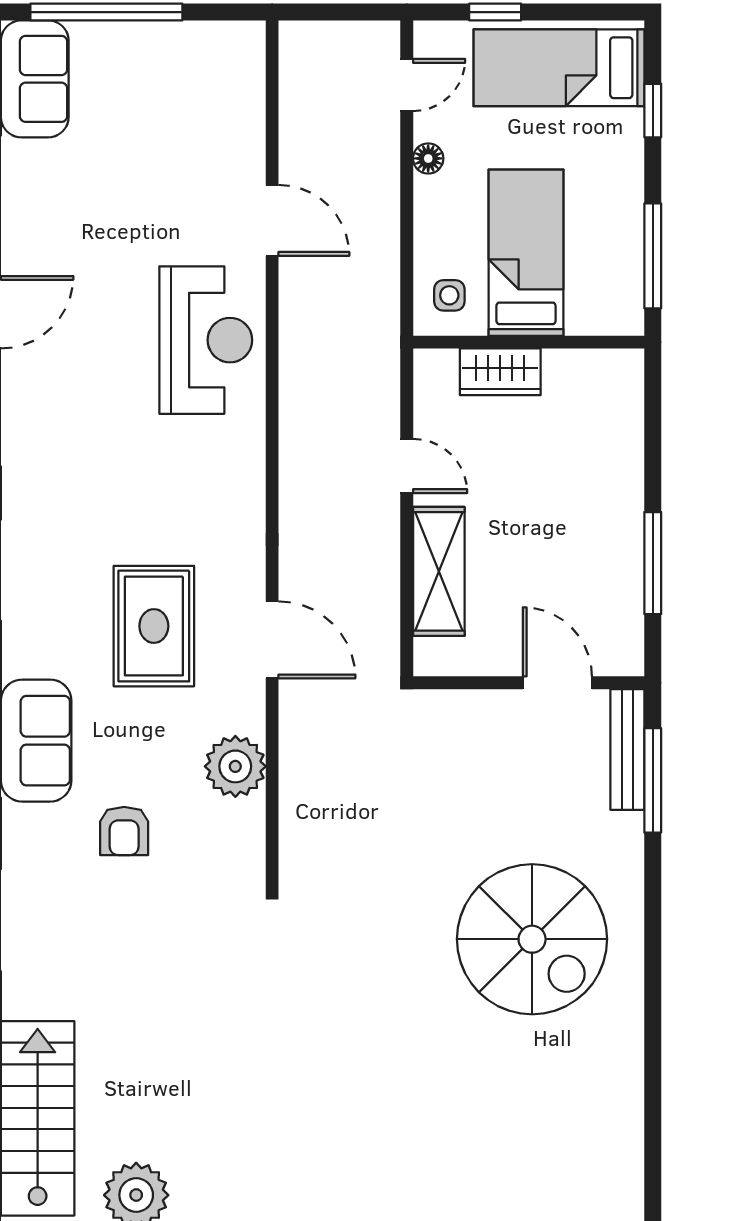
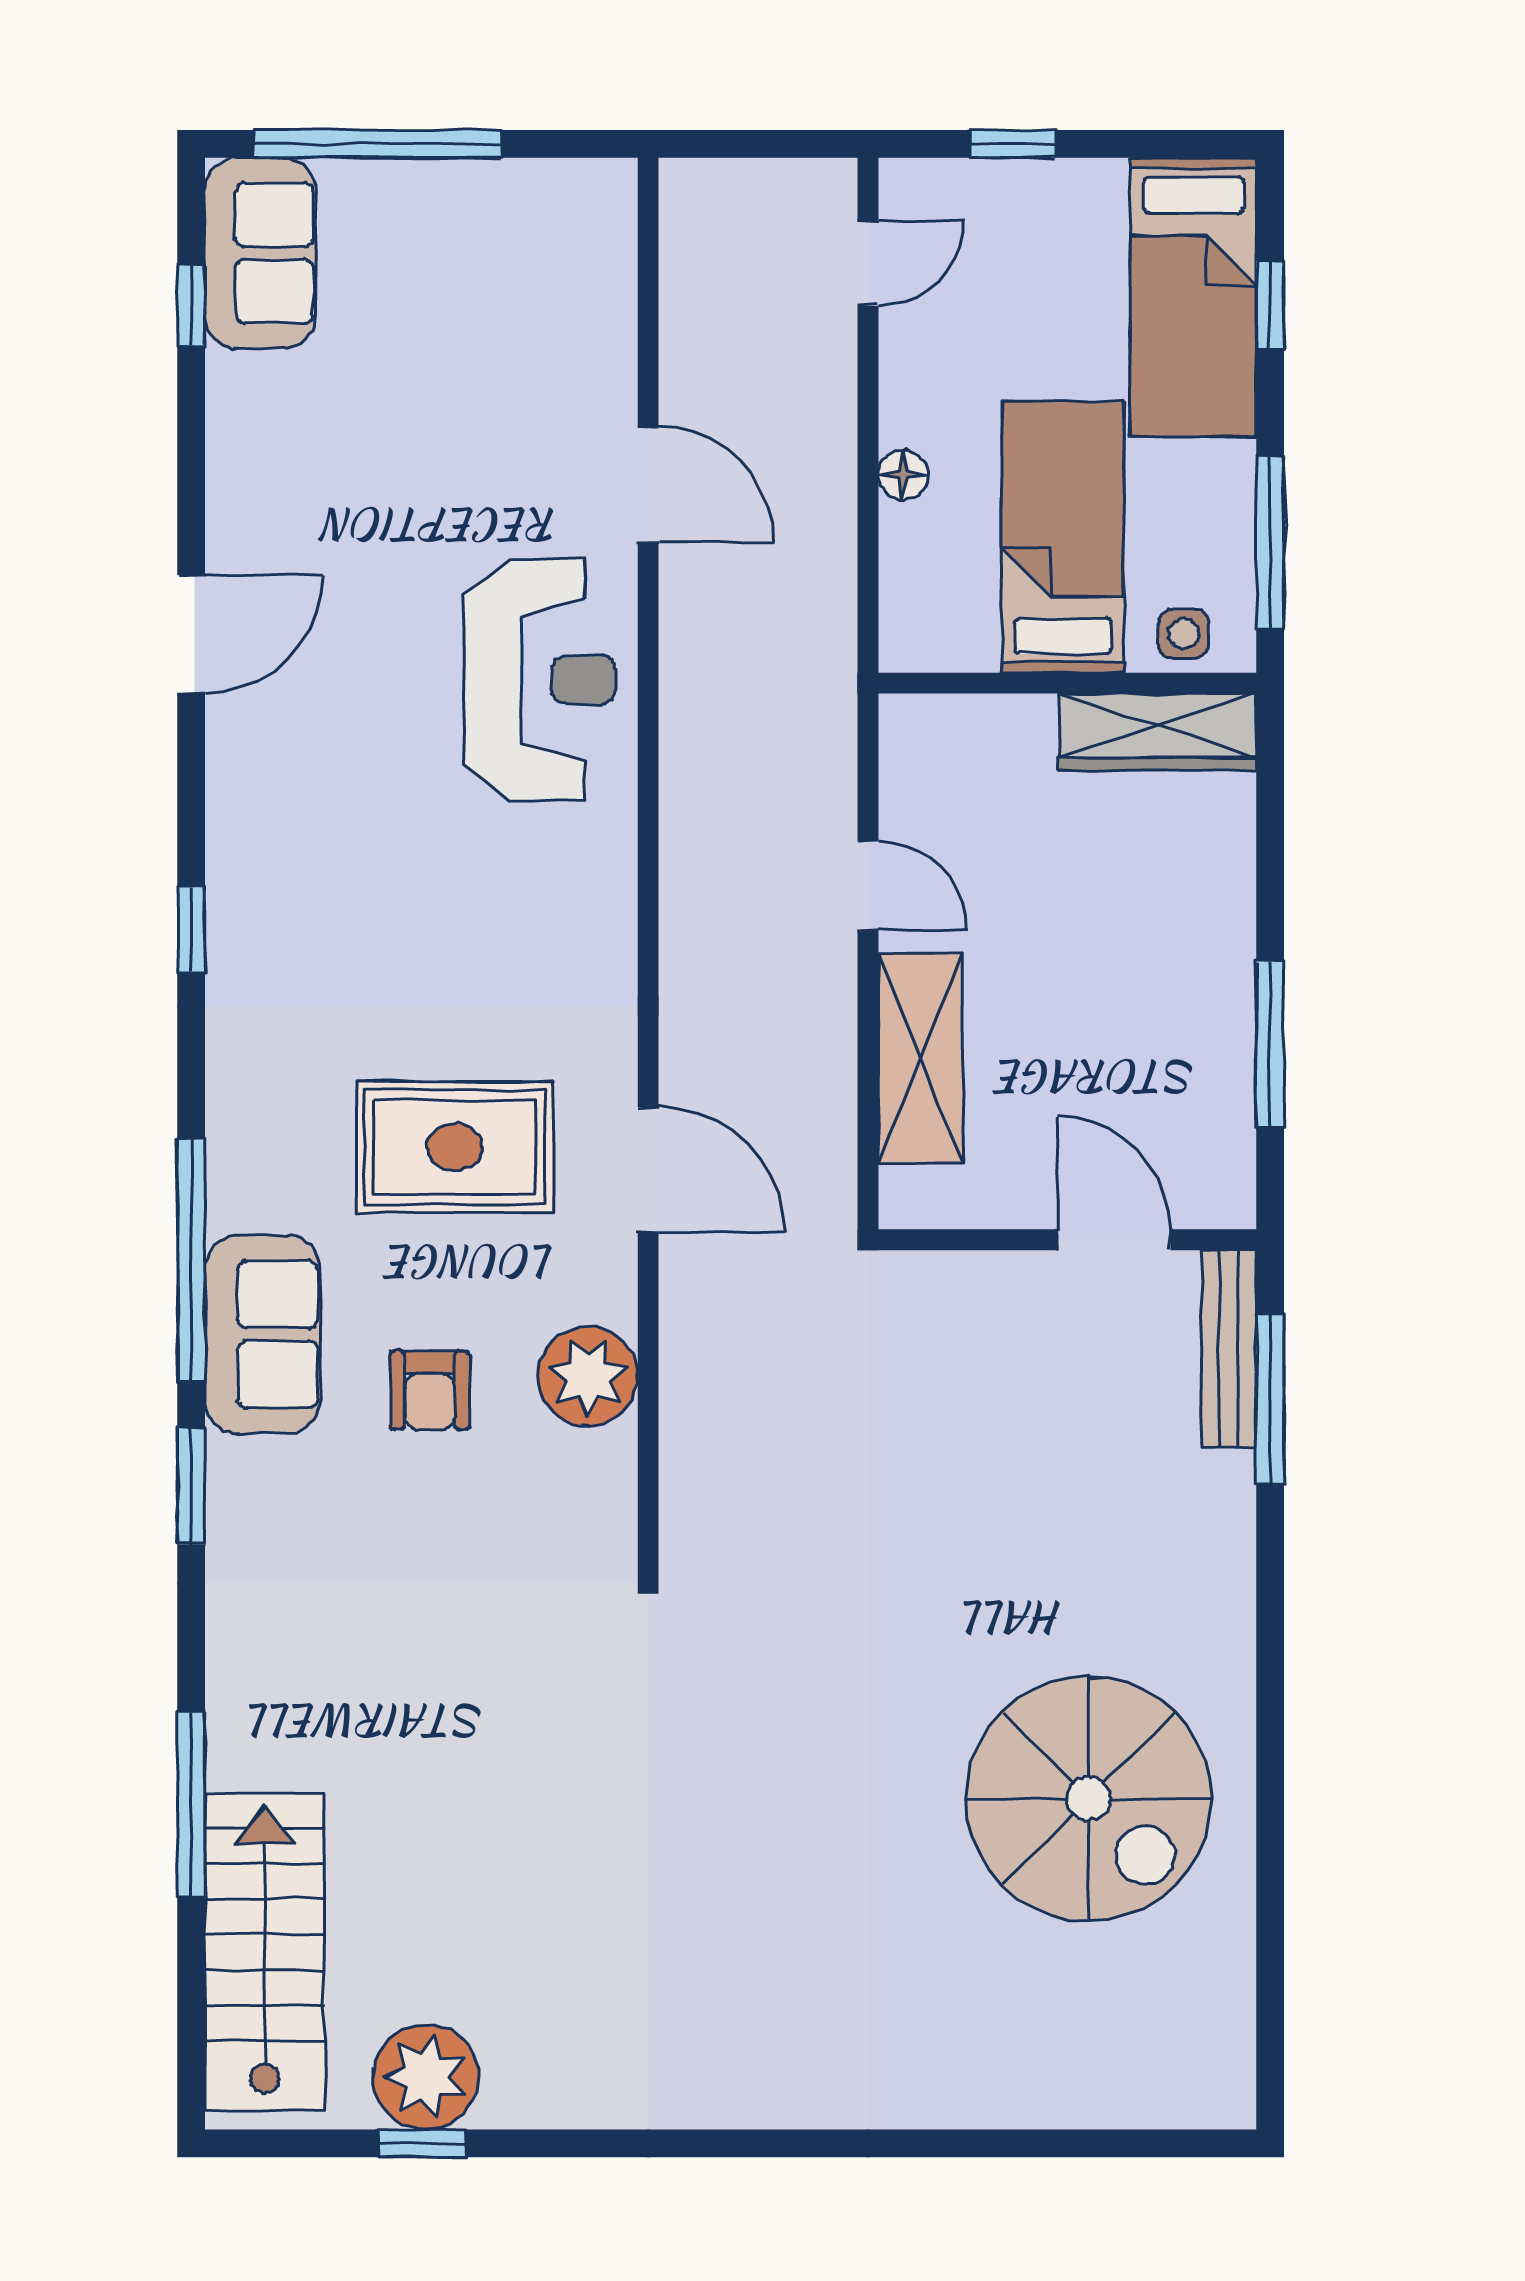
bed: (559, 68) -> (1194, 297), moved, turned -90
floor lamp: (428, 158) -> (903, 475), moved
side table: (449, 295) -> (1184, 634), moved
wardrobe: (500, 372) -> (1158, 732), moved, width x1.50
rug: (154, 626) -> (455, 1147), turned 90
armchair: (124, 831) -> (430, 1390), moved
spiral stairs: (532, 939) -> (1089, 1799), moved

